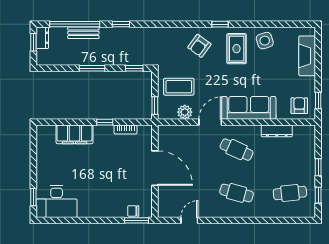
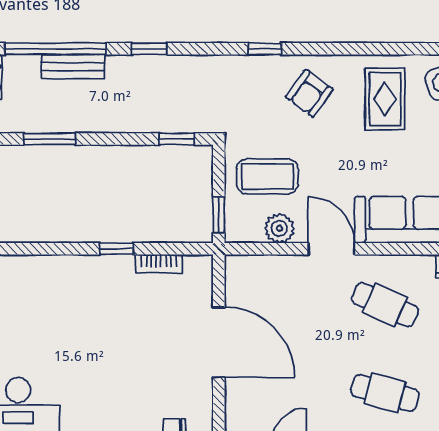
window: (220, 24) -> (265, 49), moved
window: (92, 68) -> (50, 139), moved
door: (210, 122) -> (331, 249), hinge flipped
filing cabinet: (75, 134) -> (55, 274), removed

